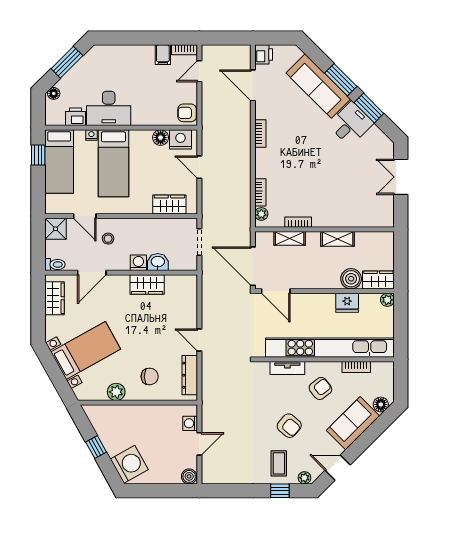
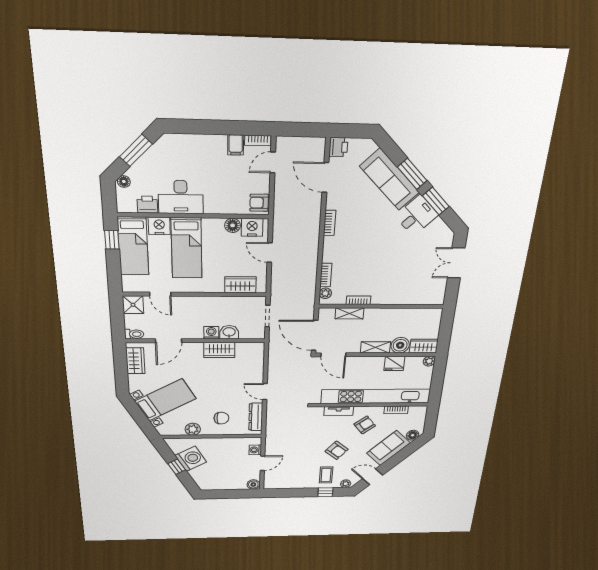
nightstand: (91, 135) -> (159, 226), width x1.89, depth x1.79
stool: (108, 239) -> (183, 313), removed
shelving: (338, 239) -> (375, 347), moved
washing machine: (129, 464) -> (191, 459), moved

